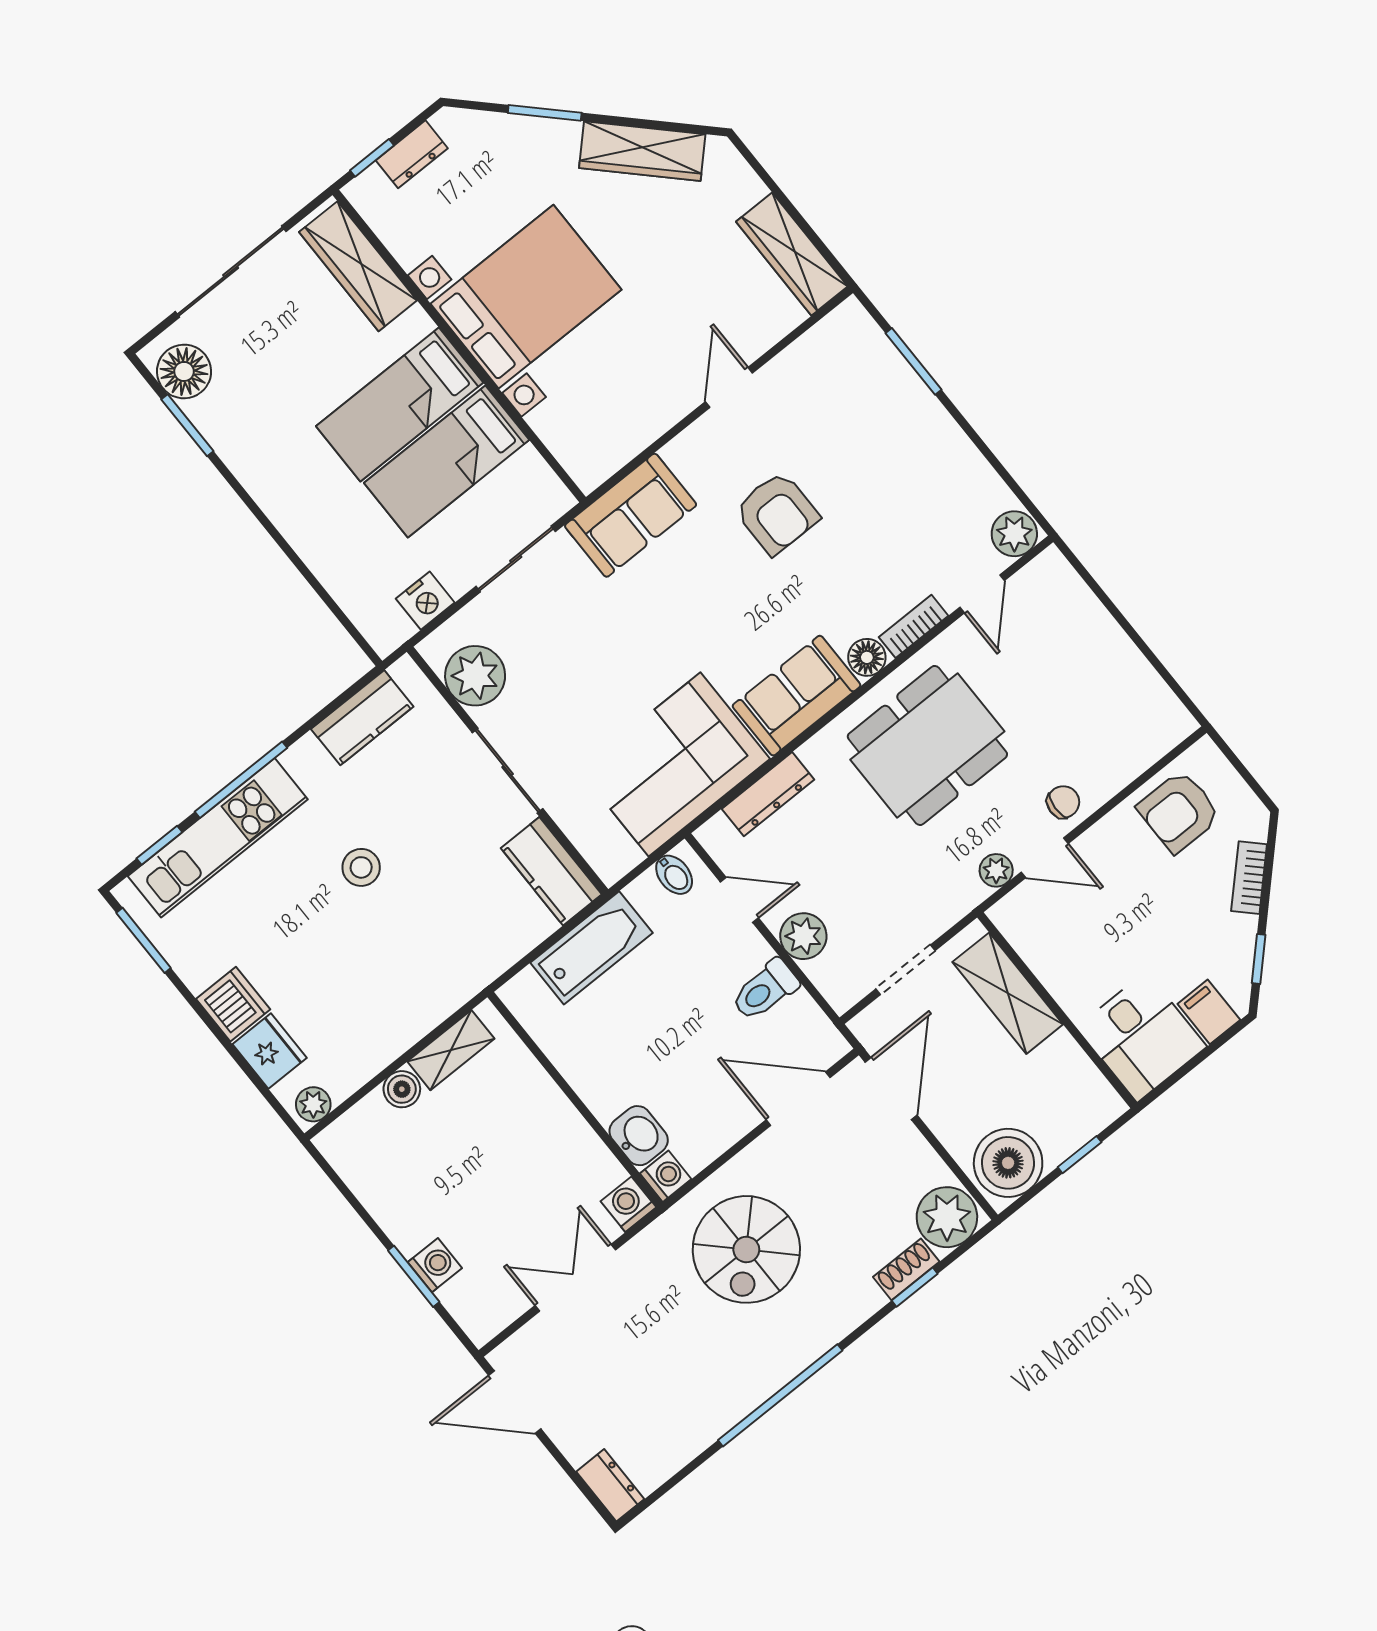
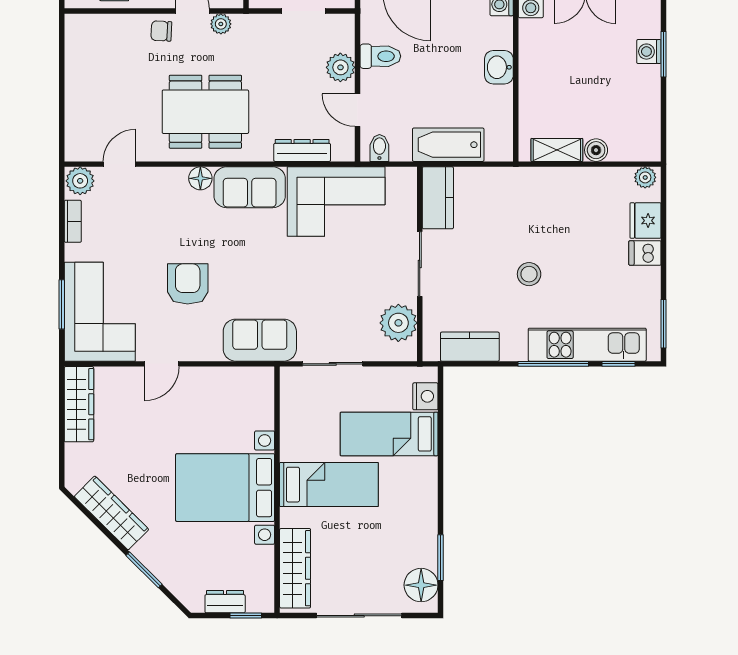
corner sofa: (859, 390) -> (100, 312), added
bed: (447, 461) -> (389, 434), moved, turned 180
nightstand: (425, 601) -> (425, 396), moved, turned 90
bookcase: (913, 626) -> (73, 221), moved, turned -90
dishwasher: (233, 1004) -> (645, 253), width x0.73
washbasin: (639, 1136) -> (499, 67), moved

